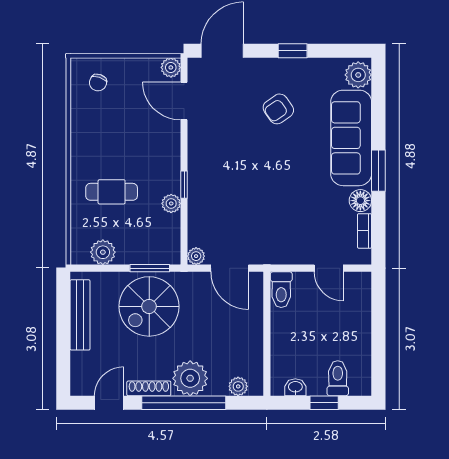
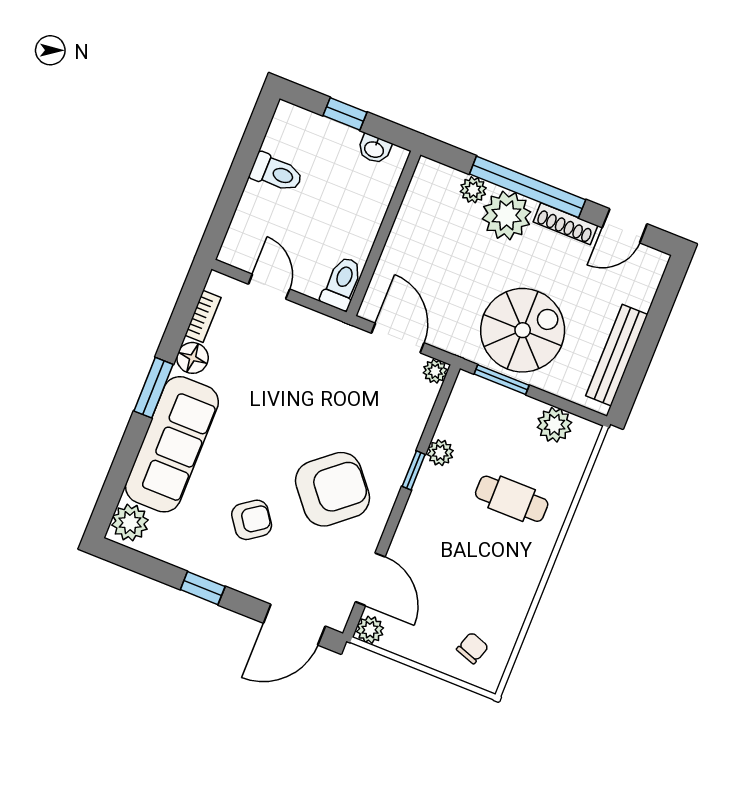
armchair: (233, 151) -> (333, 489), added
toilet: (338, 378) -> (276, 173), moved, turned -90
plant: (238, 386) -> (473, 190), moved

